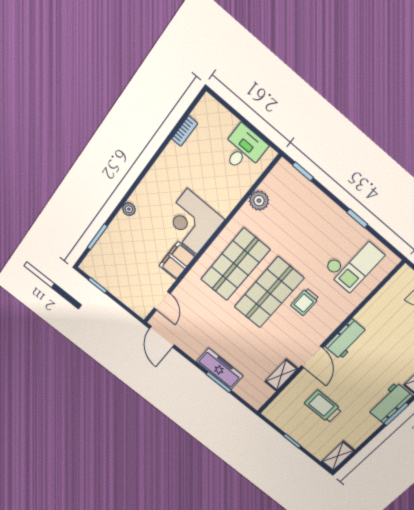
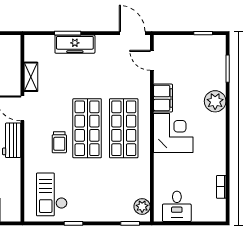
plant: (259, 201) -> (142, 207), moved
plant: (129, 209) -> (215, 101), width x1.88, depth x1.88
trolley: (305, 302) -> (59, 142), turned 180

